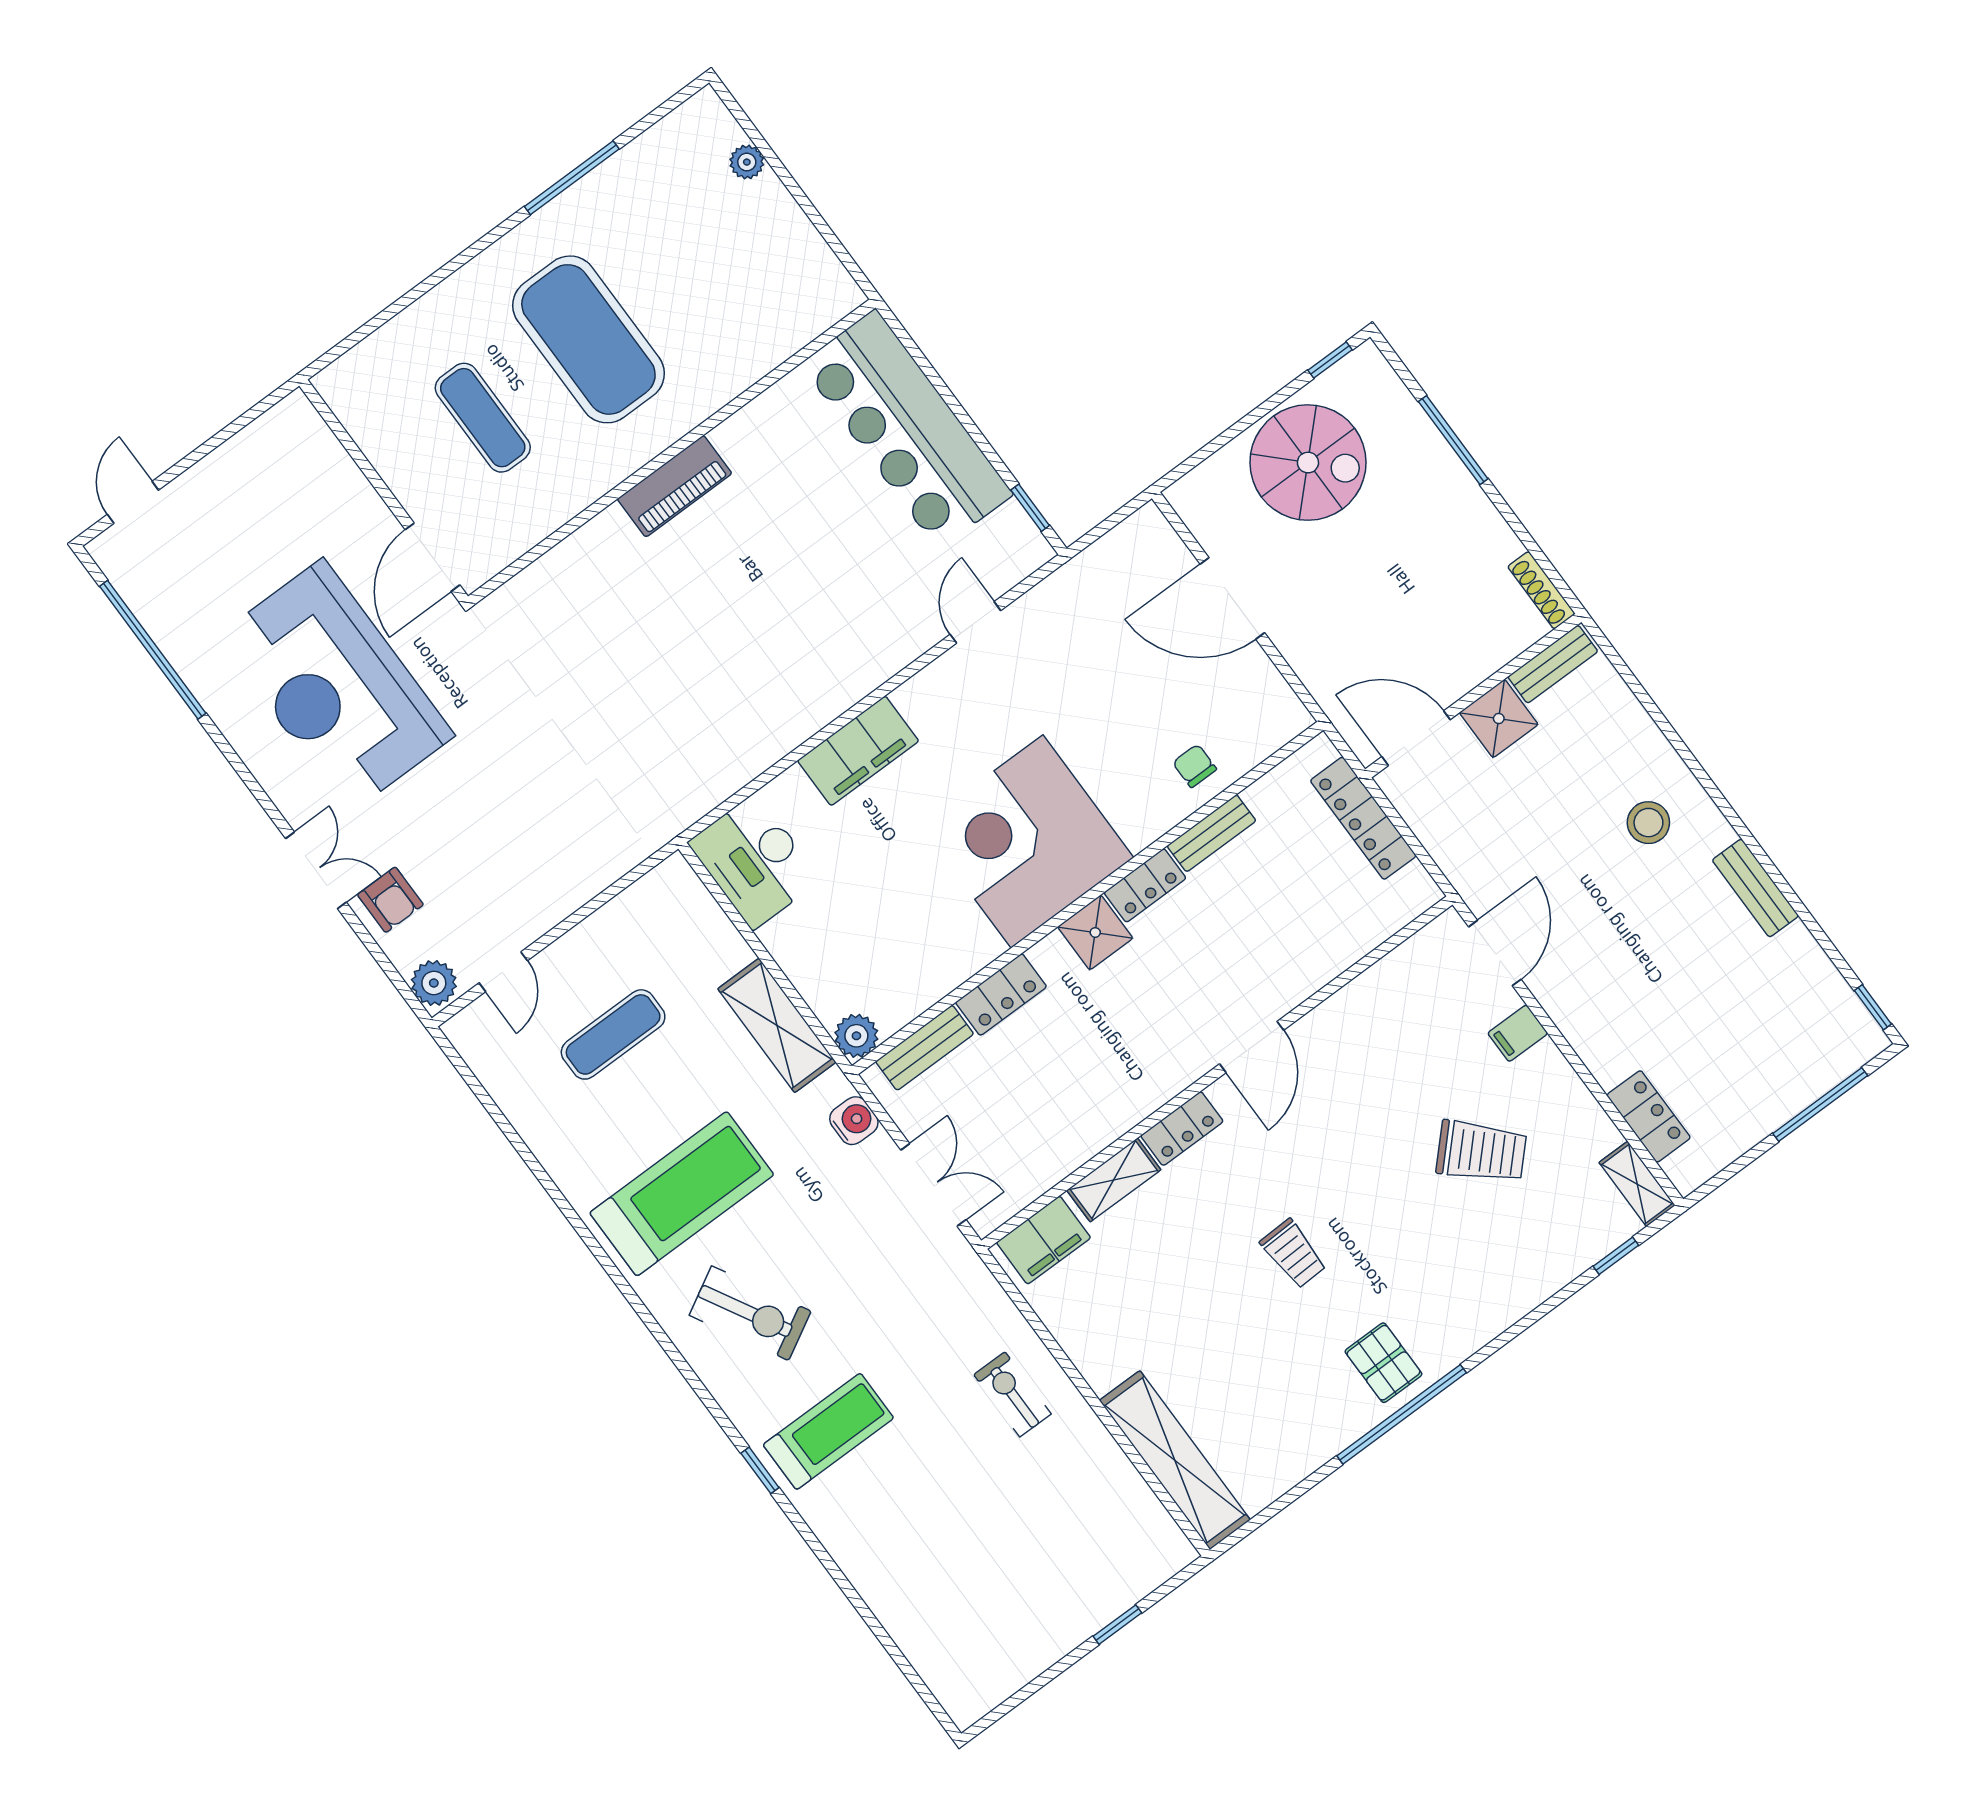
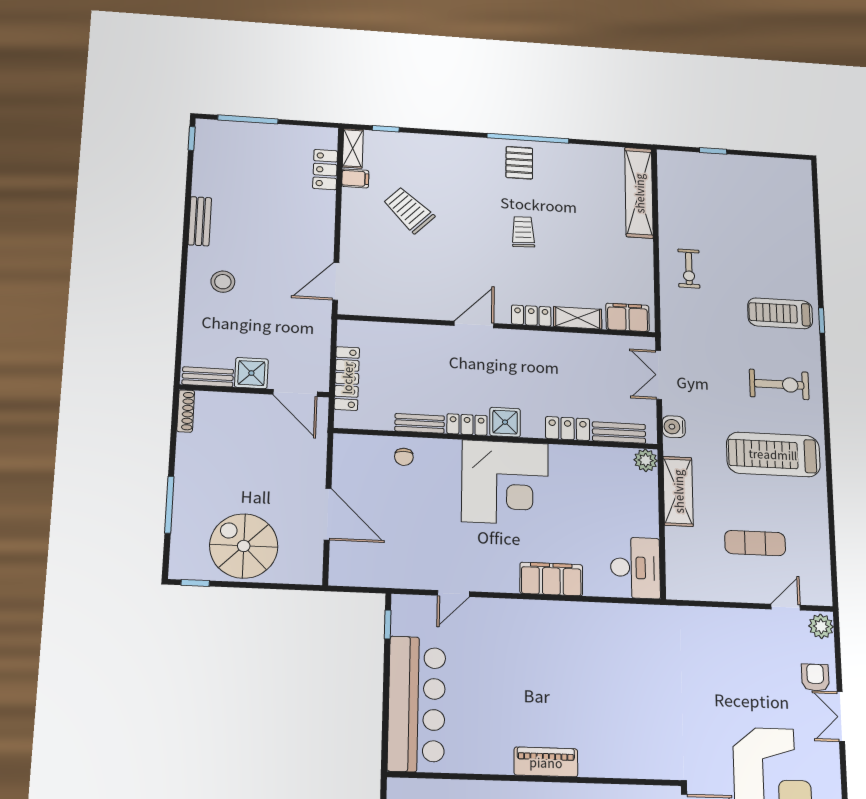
filing cabinet: (1518, 1033) -> (355, 178), moved
exercise bike: (750, 1313) -> (779, 384), turned 119

